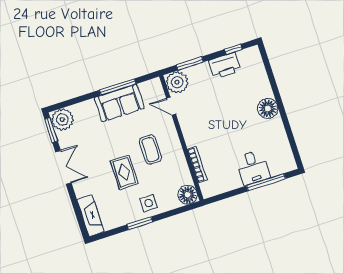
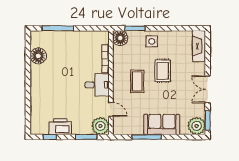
sofa: (119, 103) -> (162, 124), moved
floor lamp: (268, 109) -> (38, 56), moved
desk: (253, 167) -> (97, 85), moved, turned 90
window: (140, 223) -> (135, 28), moved

